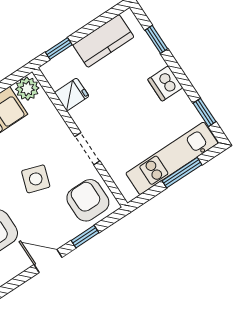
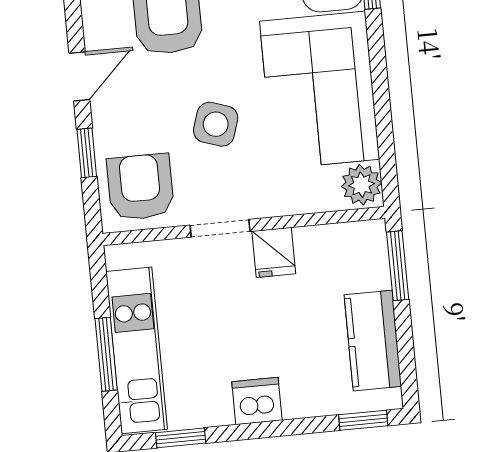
window: (156, 39) -> (363, 420), moved
window: (59, 48) -> (398, 266), width x1.50
fridge: (72, 94) -> (274, 252), moved
armchair: (88, 200) -> (140, 187), turned -90

